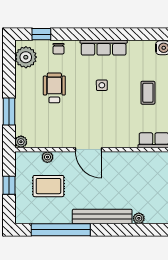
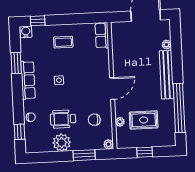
window: (125, 34) -> (16, 63), added
plant: (26, 57) -> (62, 143), moved
chair: (52, 126) -> (94, 120), added
rug: (48, 186) -> (144, 120), turned 90

